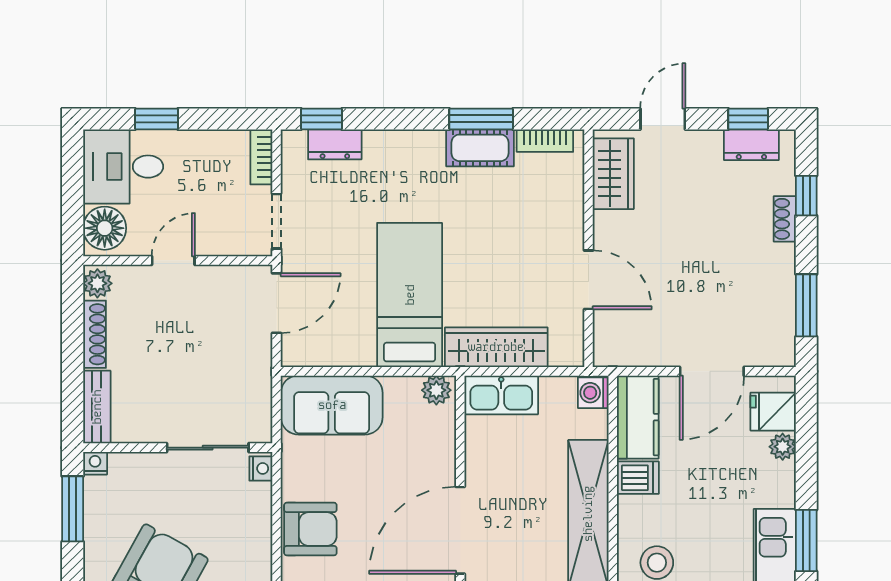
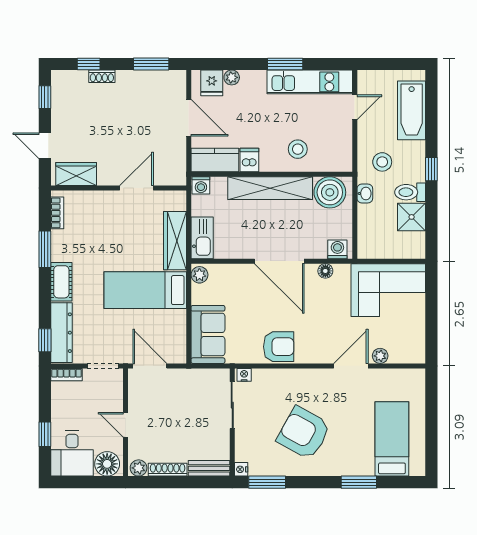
dresser: (335, 144) -> (61, 333), width x1.96, depth x1.24
dresser: (751, 145) -> (60, 95), removed
cot: (480, 148) -> (61, 282), moved
armchair: (310, 529) -> (279, 347), turned 90

